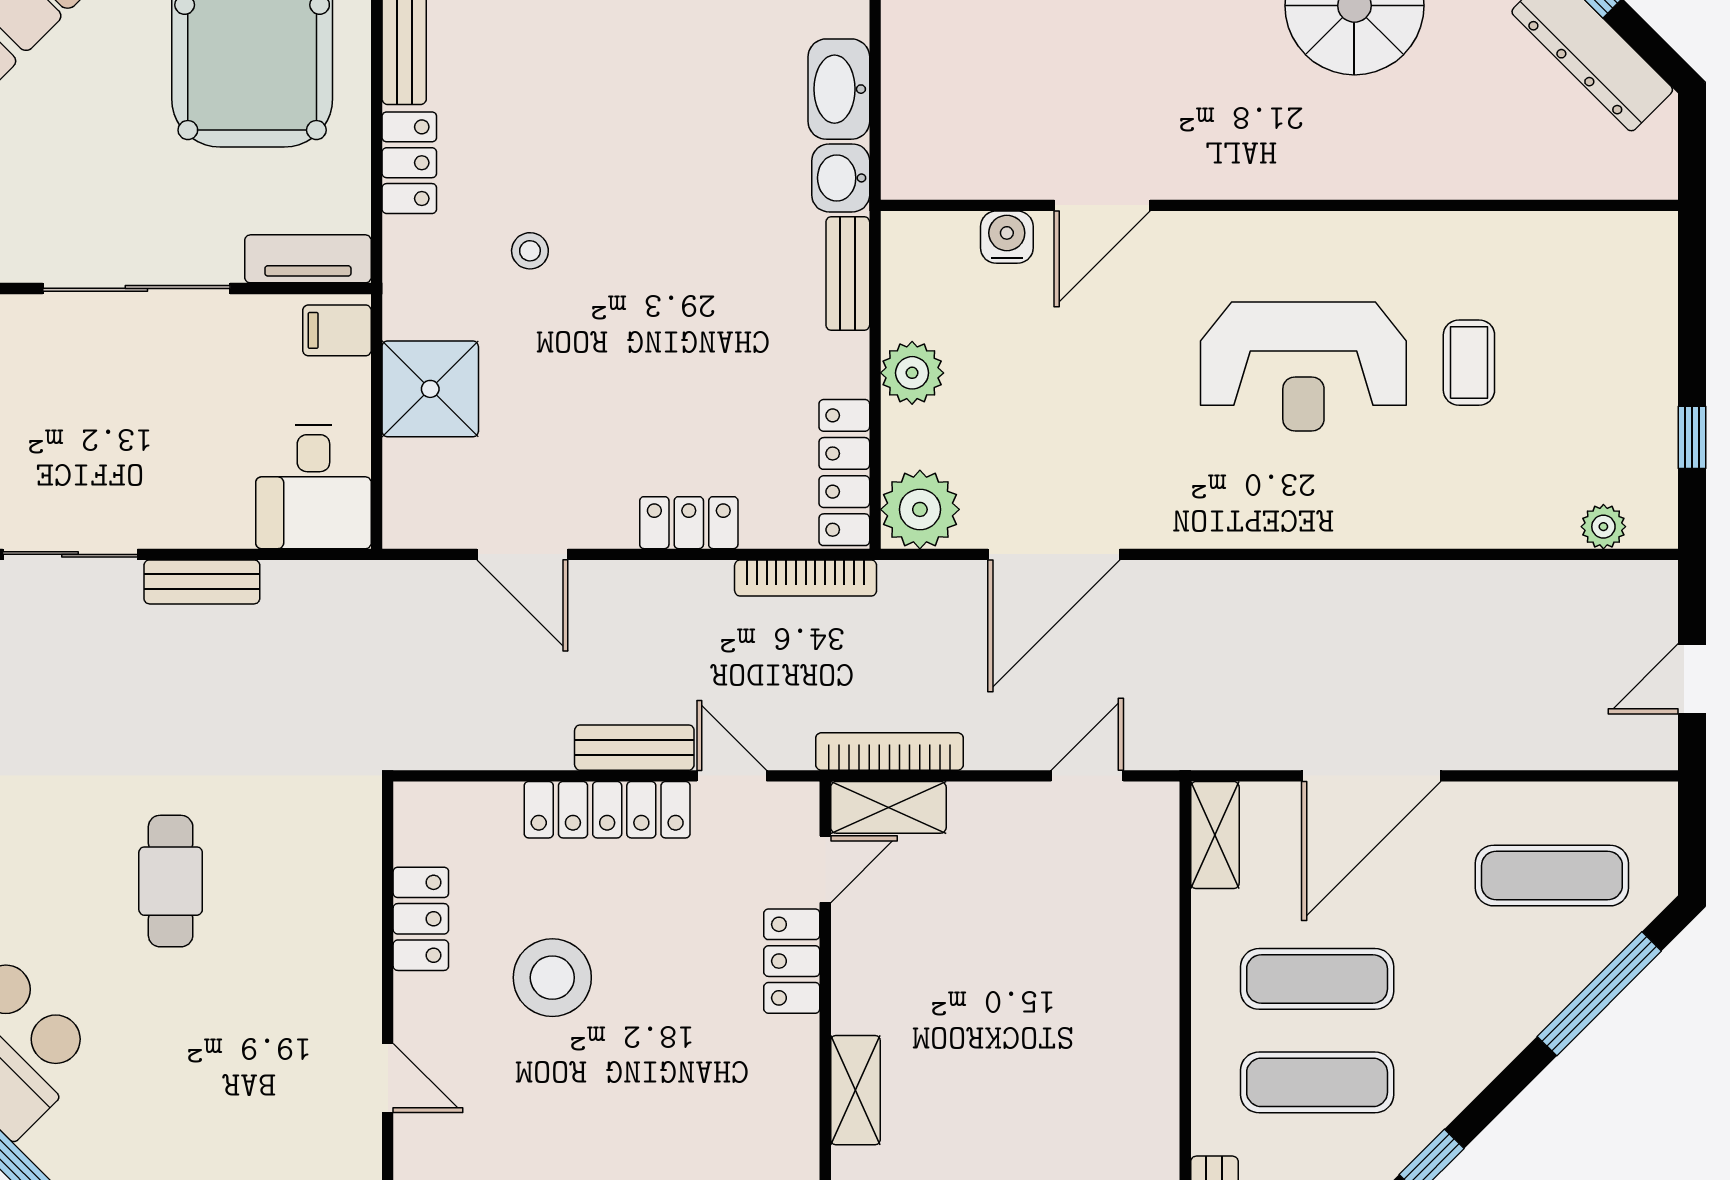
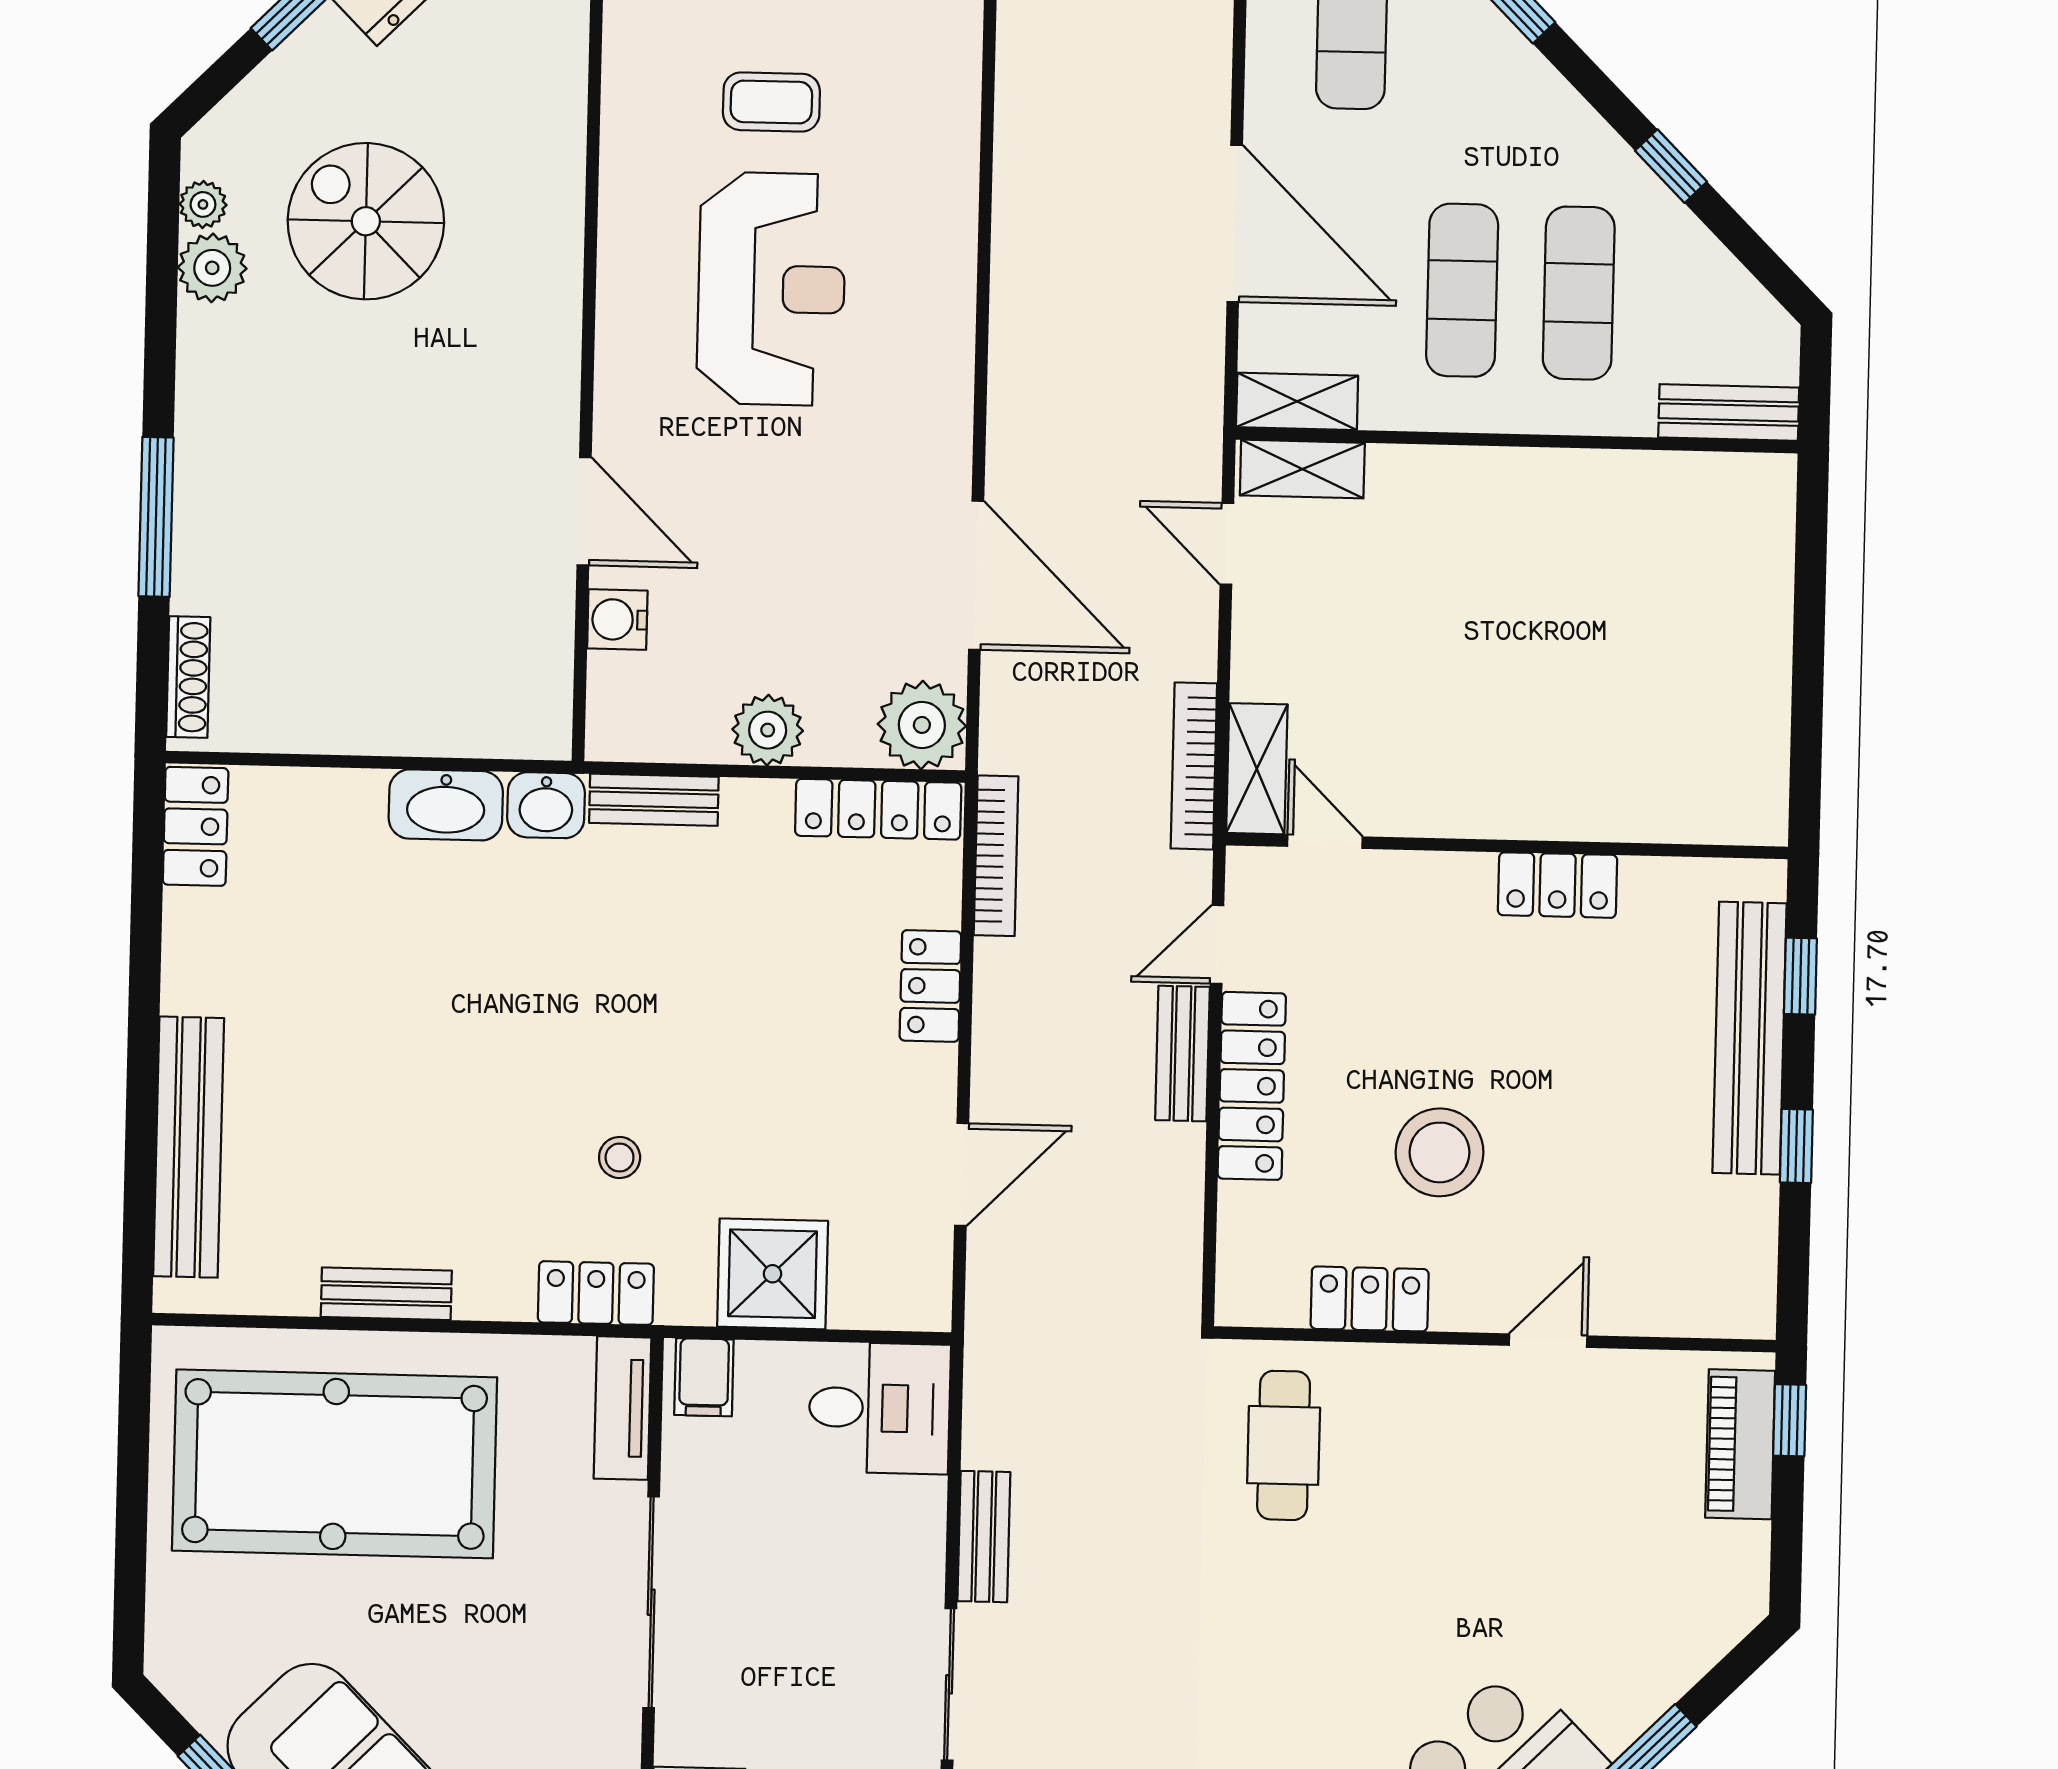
locker: (409, 163) -> (596, 1293), moved
cafe table: (171, 881) -> (1284, 1445), moved, turned 90
locker: (792, 961) -> (1557, 885), moved
shelving: (855, 1090) -> (1302, 469), moved

